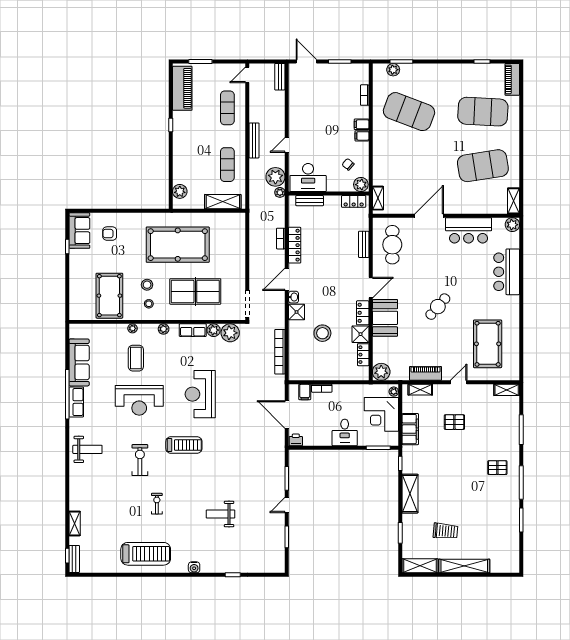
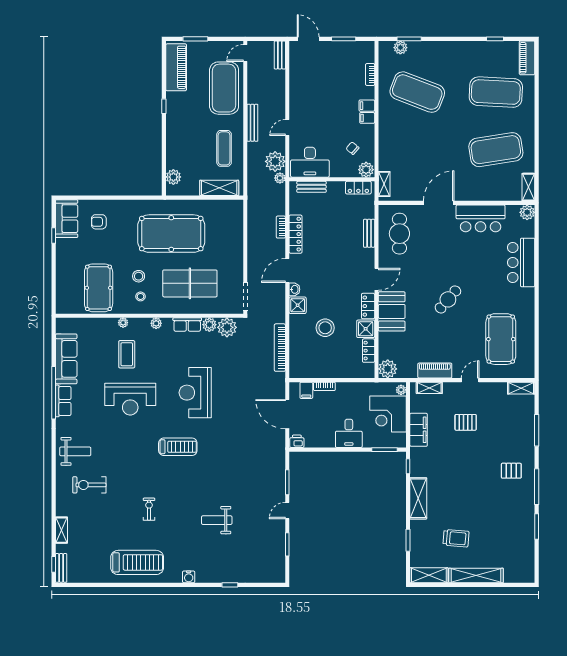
exercise mat: (227, 108) -> (224, 88), width x2.00, depth x1.45
exercise bike: (140, 460) -> (89, 485), moved, turned -90

